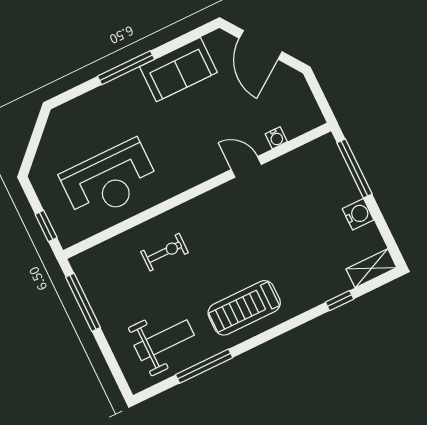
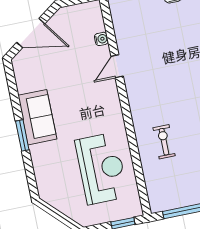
window: (126, 68) -> (22, 135), width x0.69
sofa: (178, 69) -> (37, 117), moved

